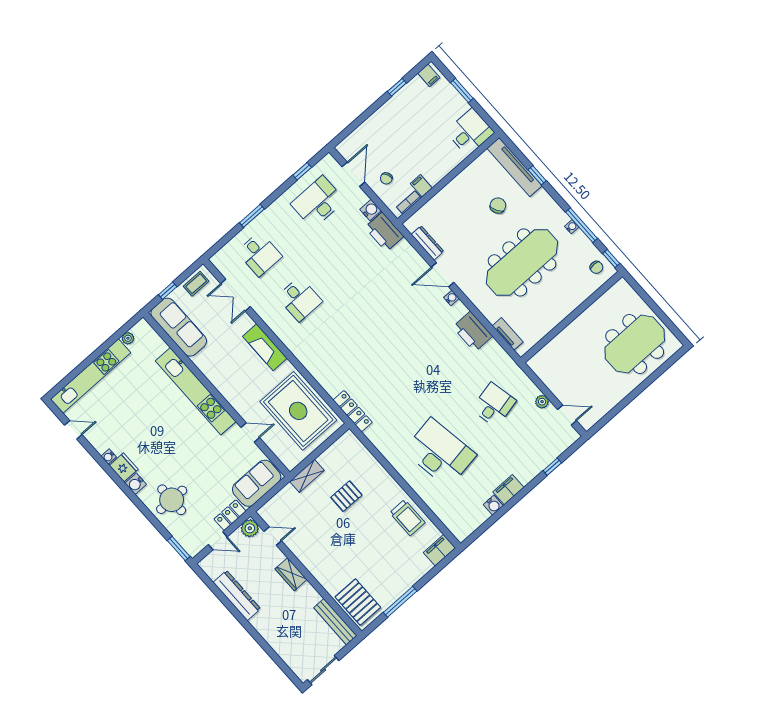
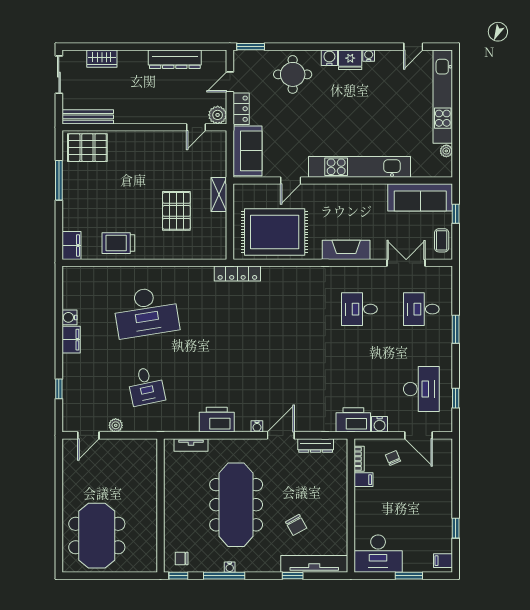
desk: (470, 132) -> (378, 554), width x1.37
pallet: (346, 496) -> (176, 211), width x1.50, depth x1.42
wardrobe: (291, 574) -> (102, 59), moved, turned 180

